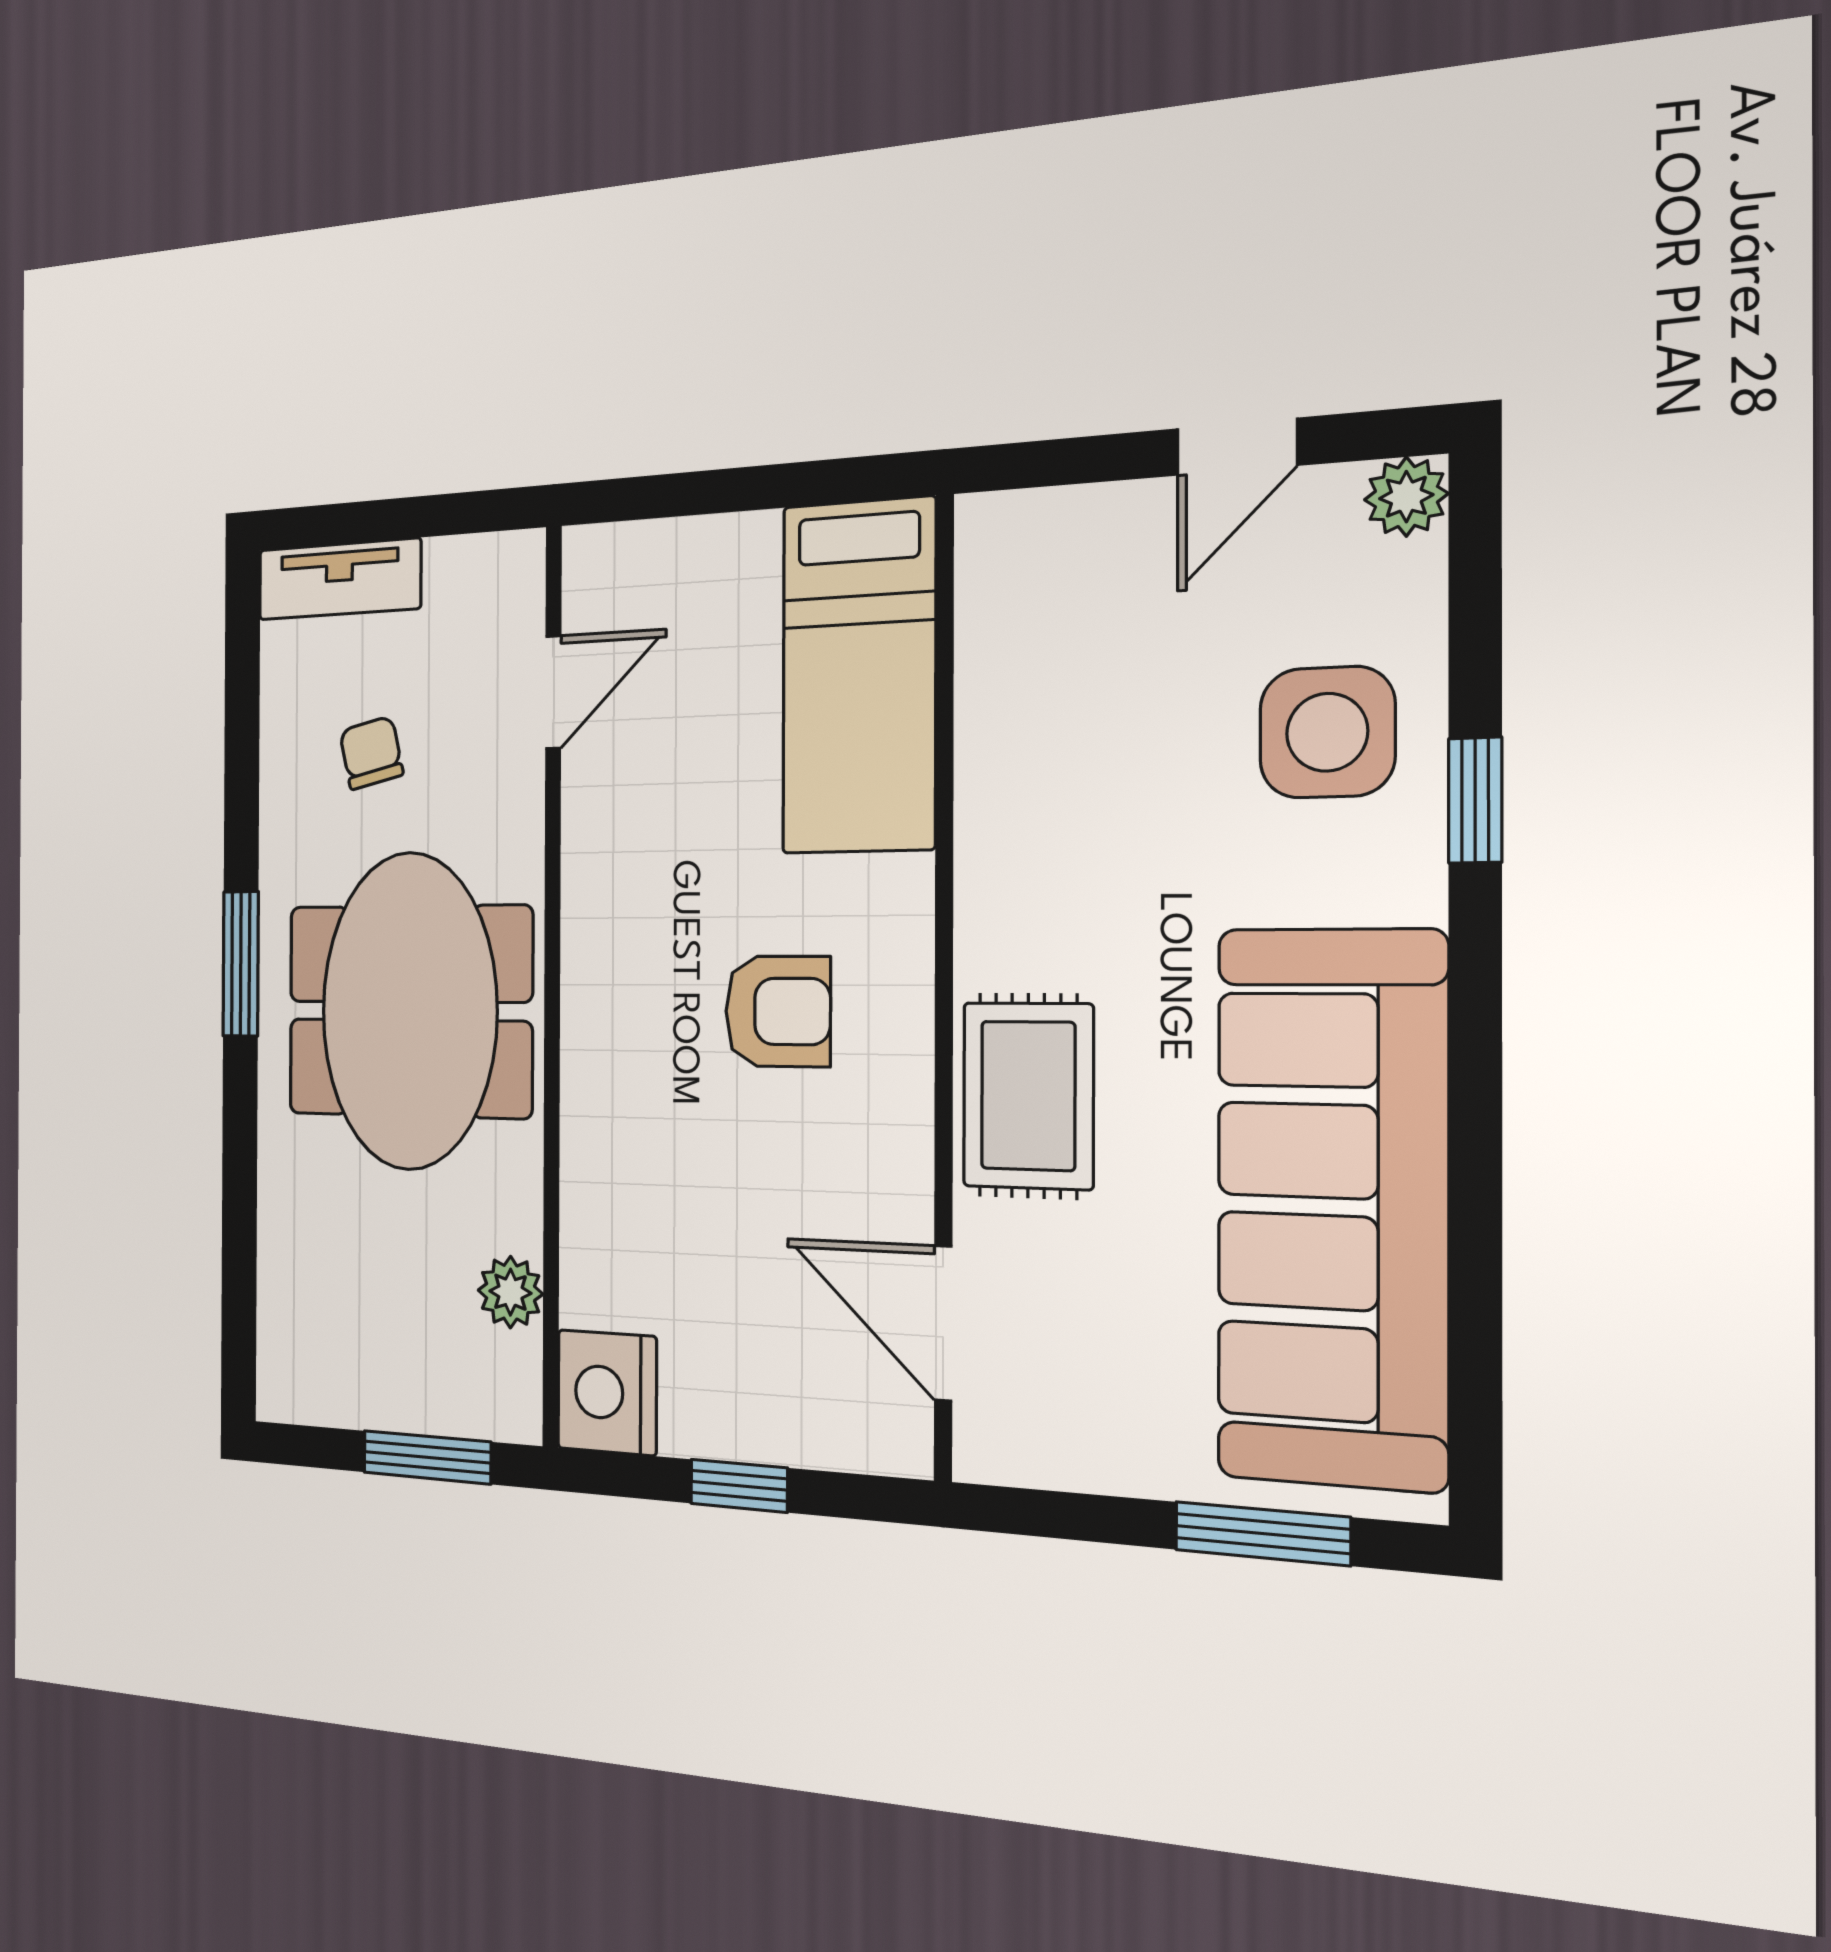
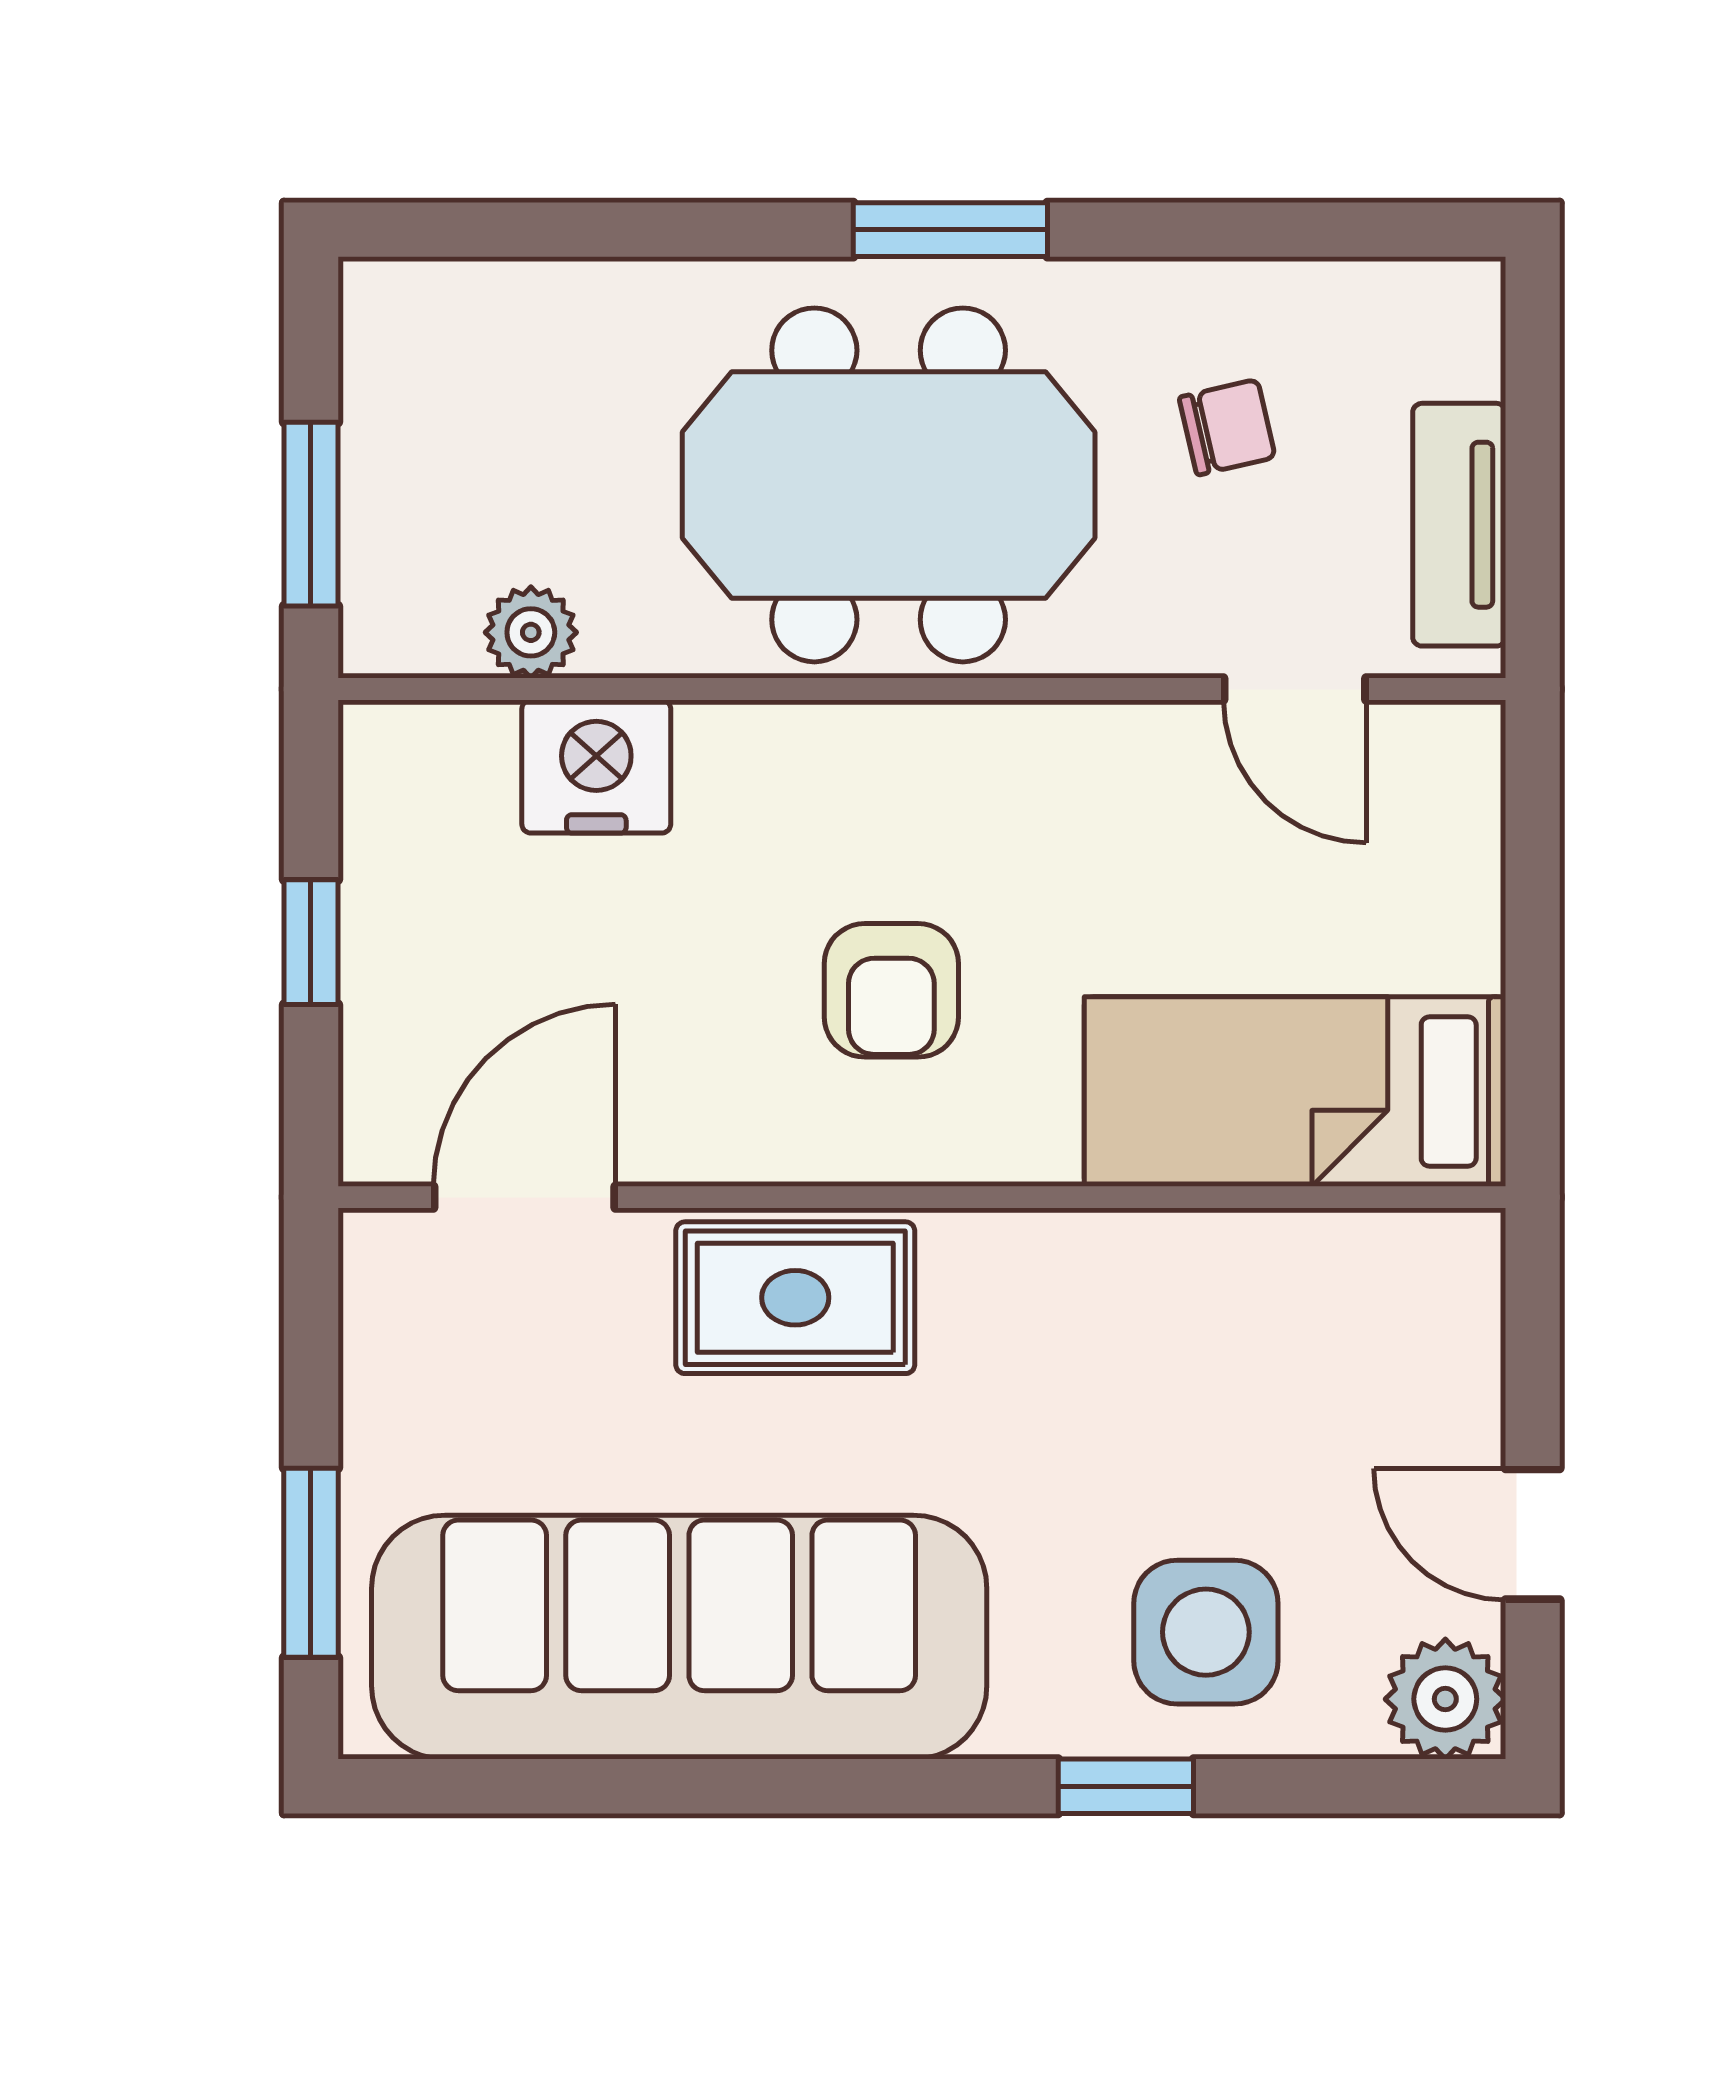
plant: (1406, 497) -> (1445, 1699), width x1.38, depth x1.38
tv unit: (339, 579) -> (1459, 525), moved
nightstand: (607, 1393) -> (596, 767), moved

